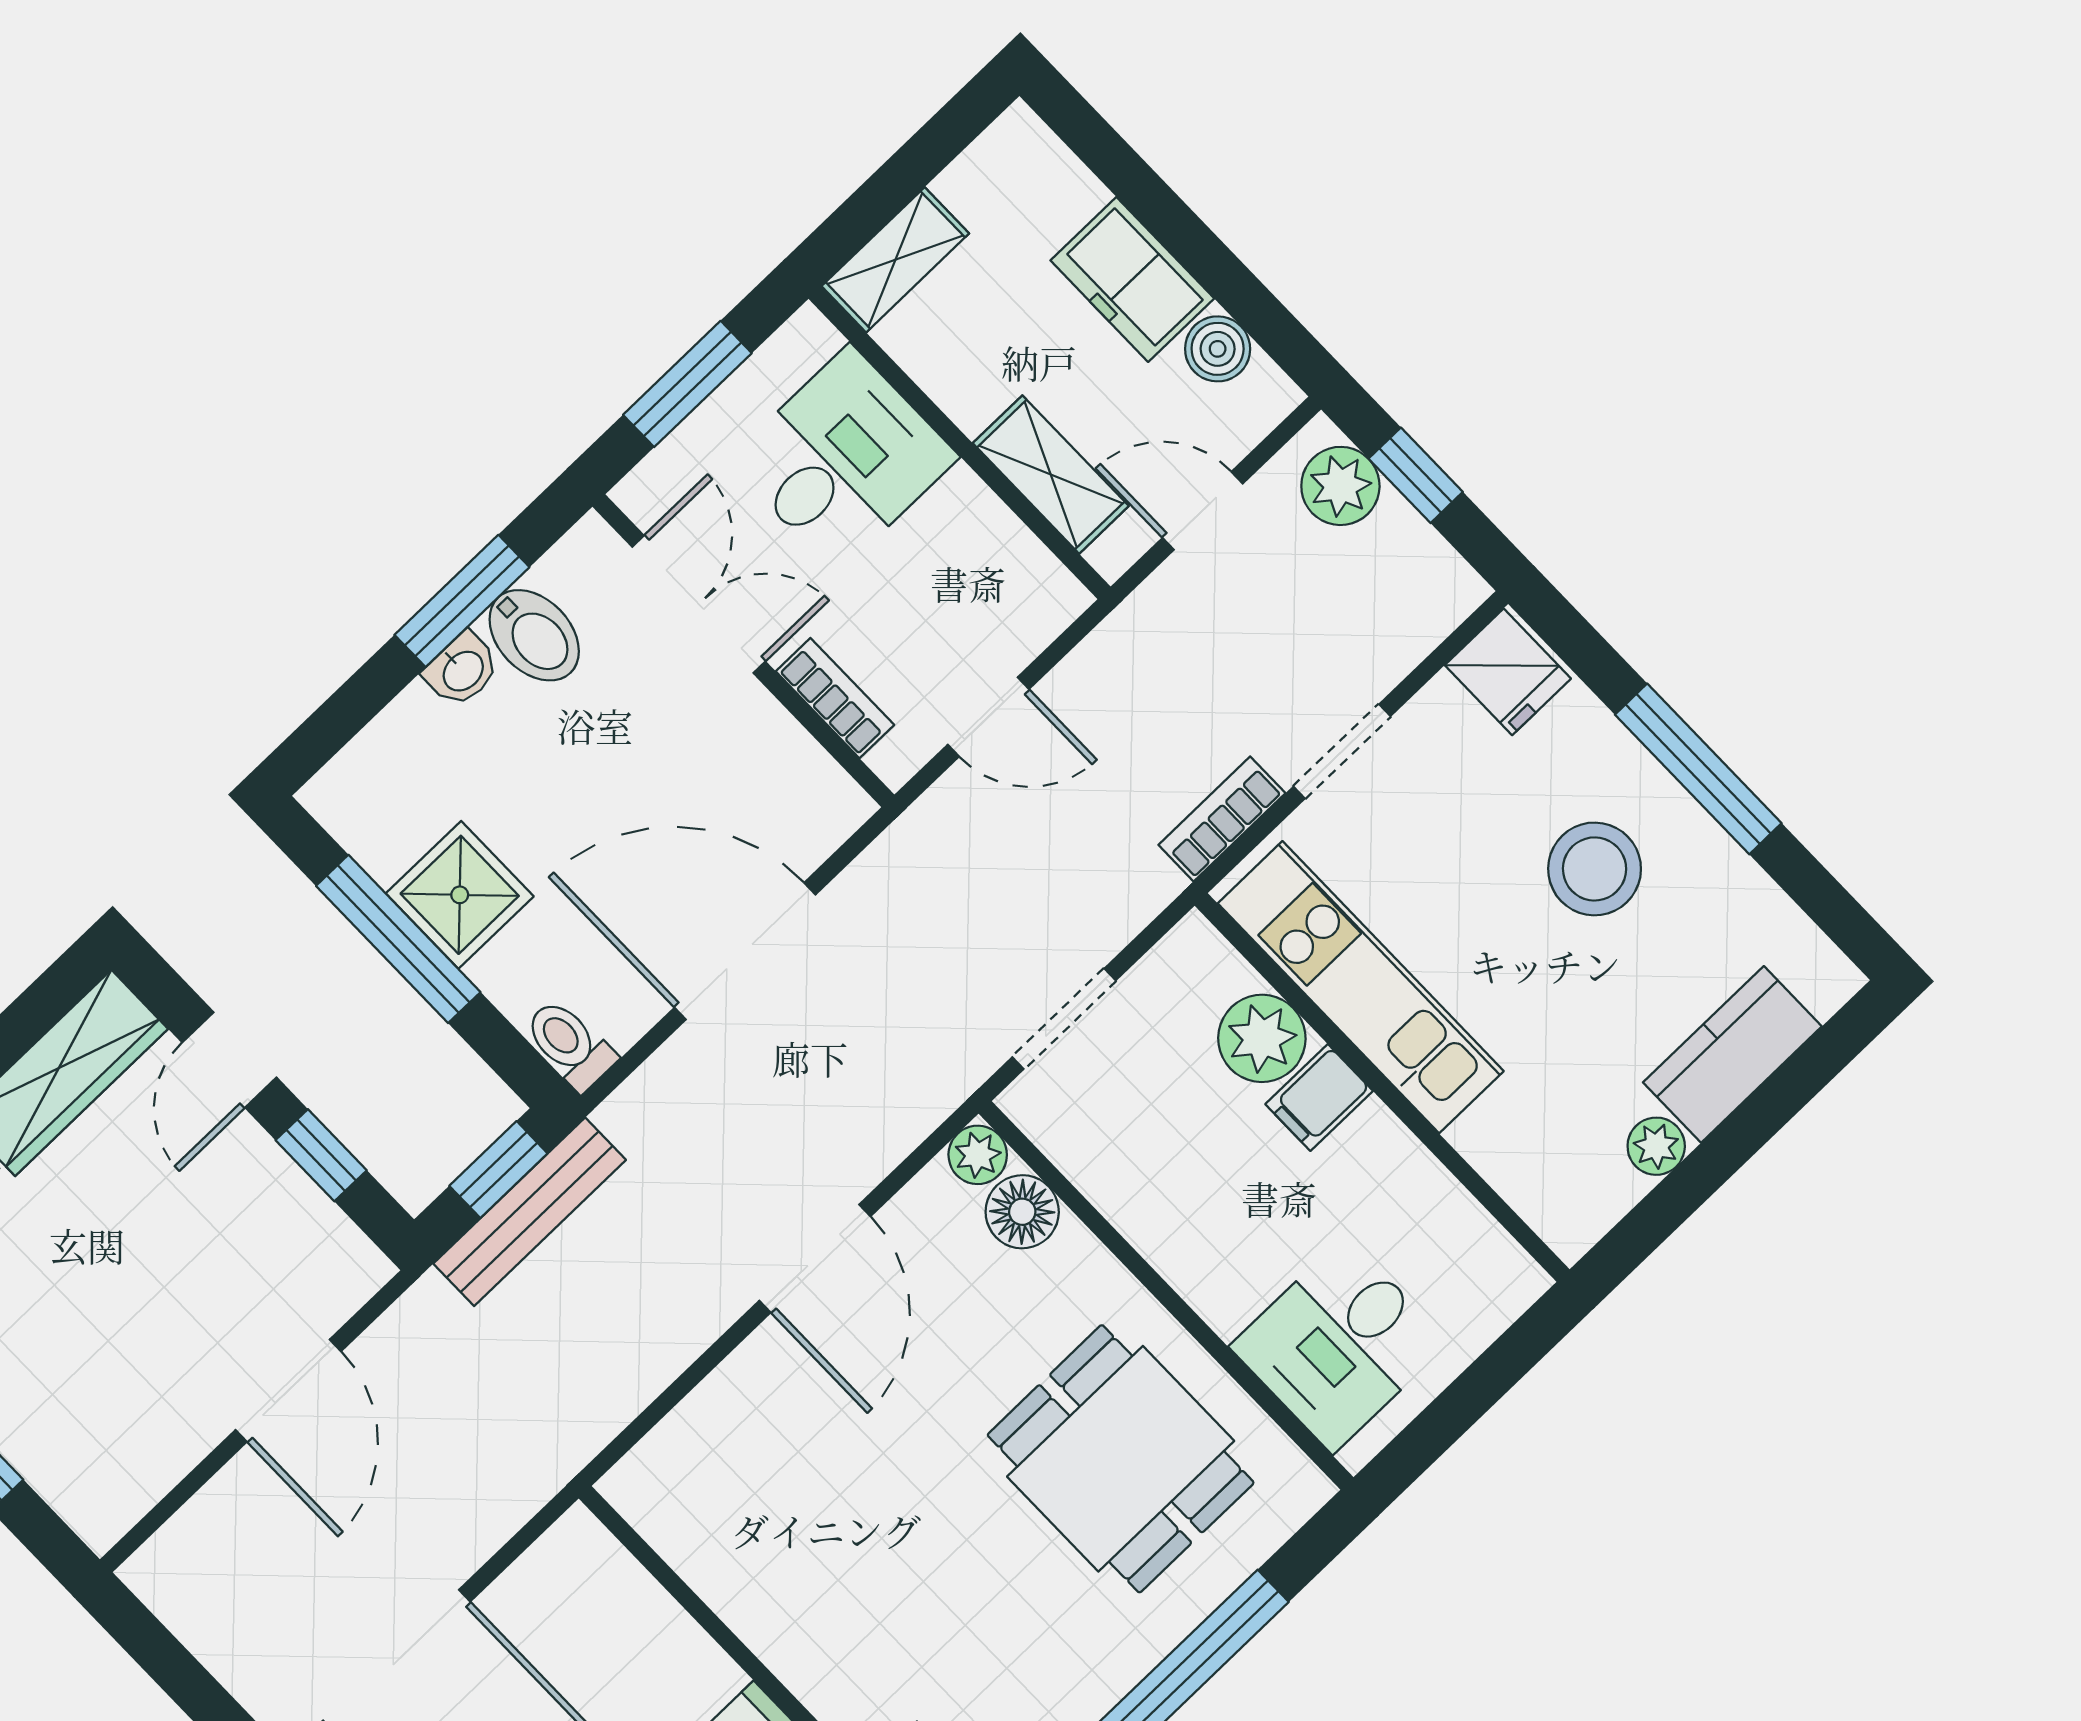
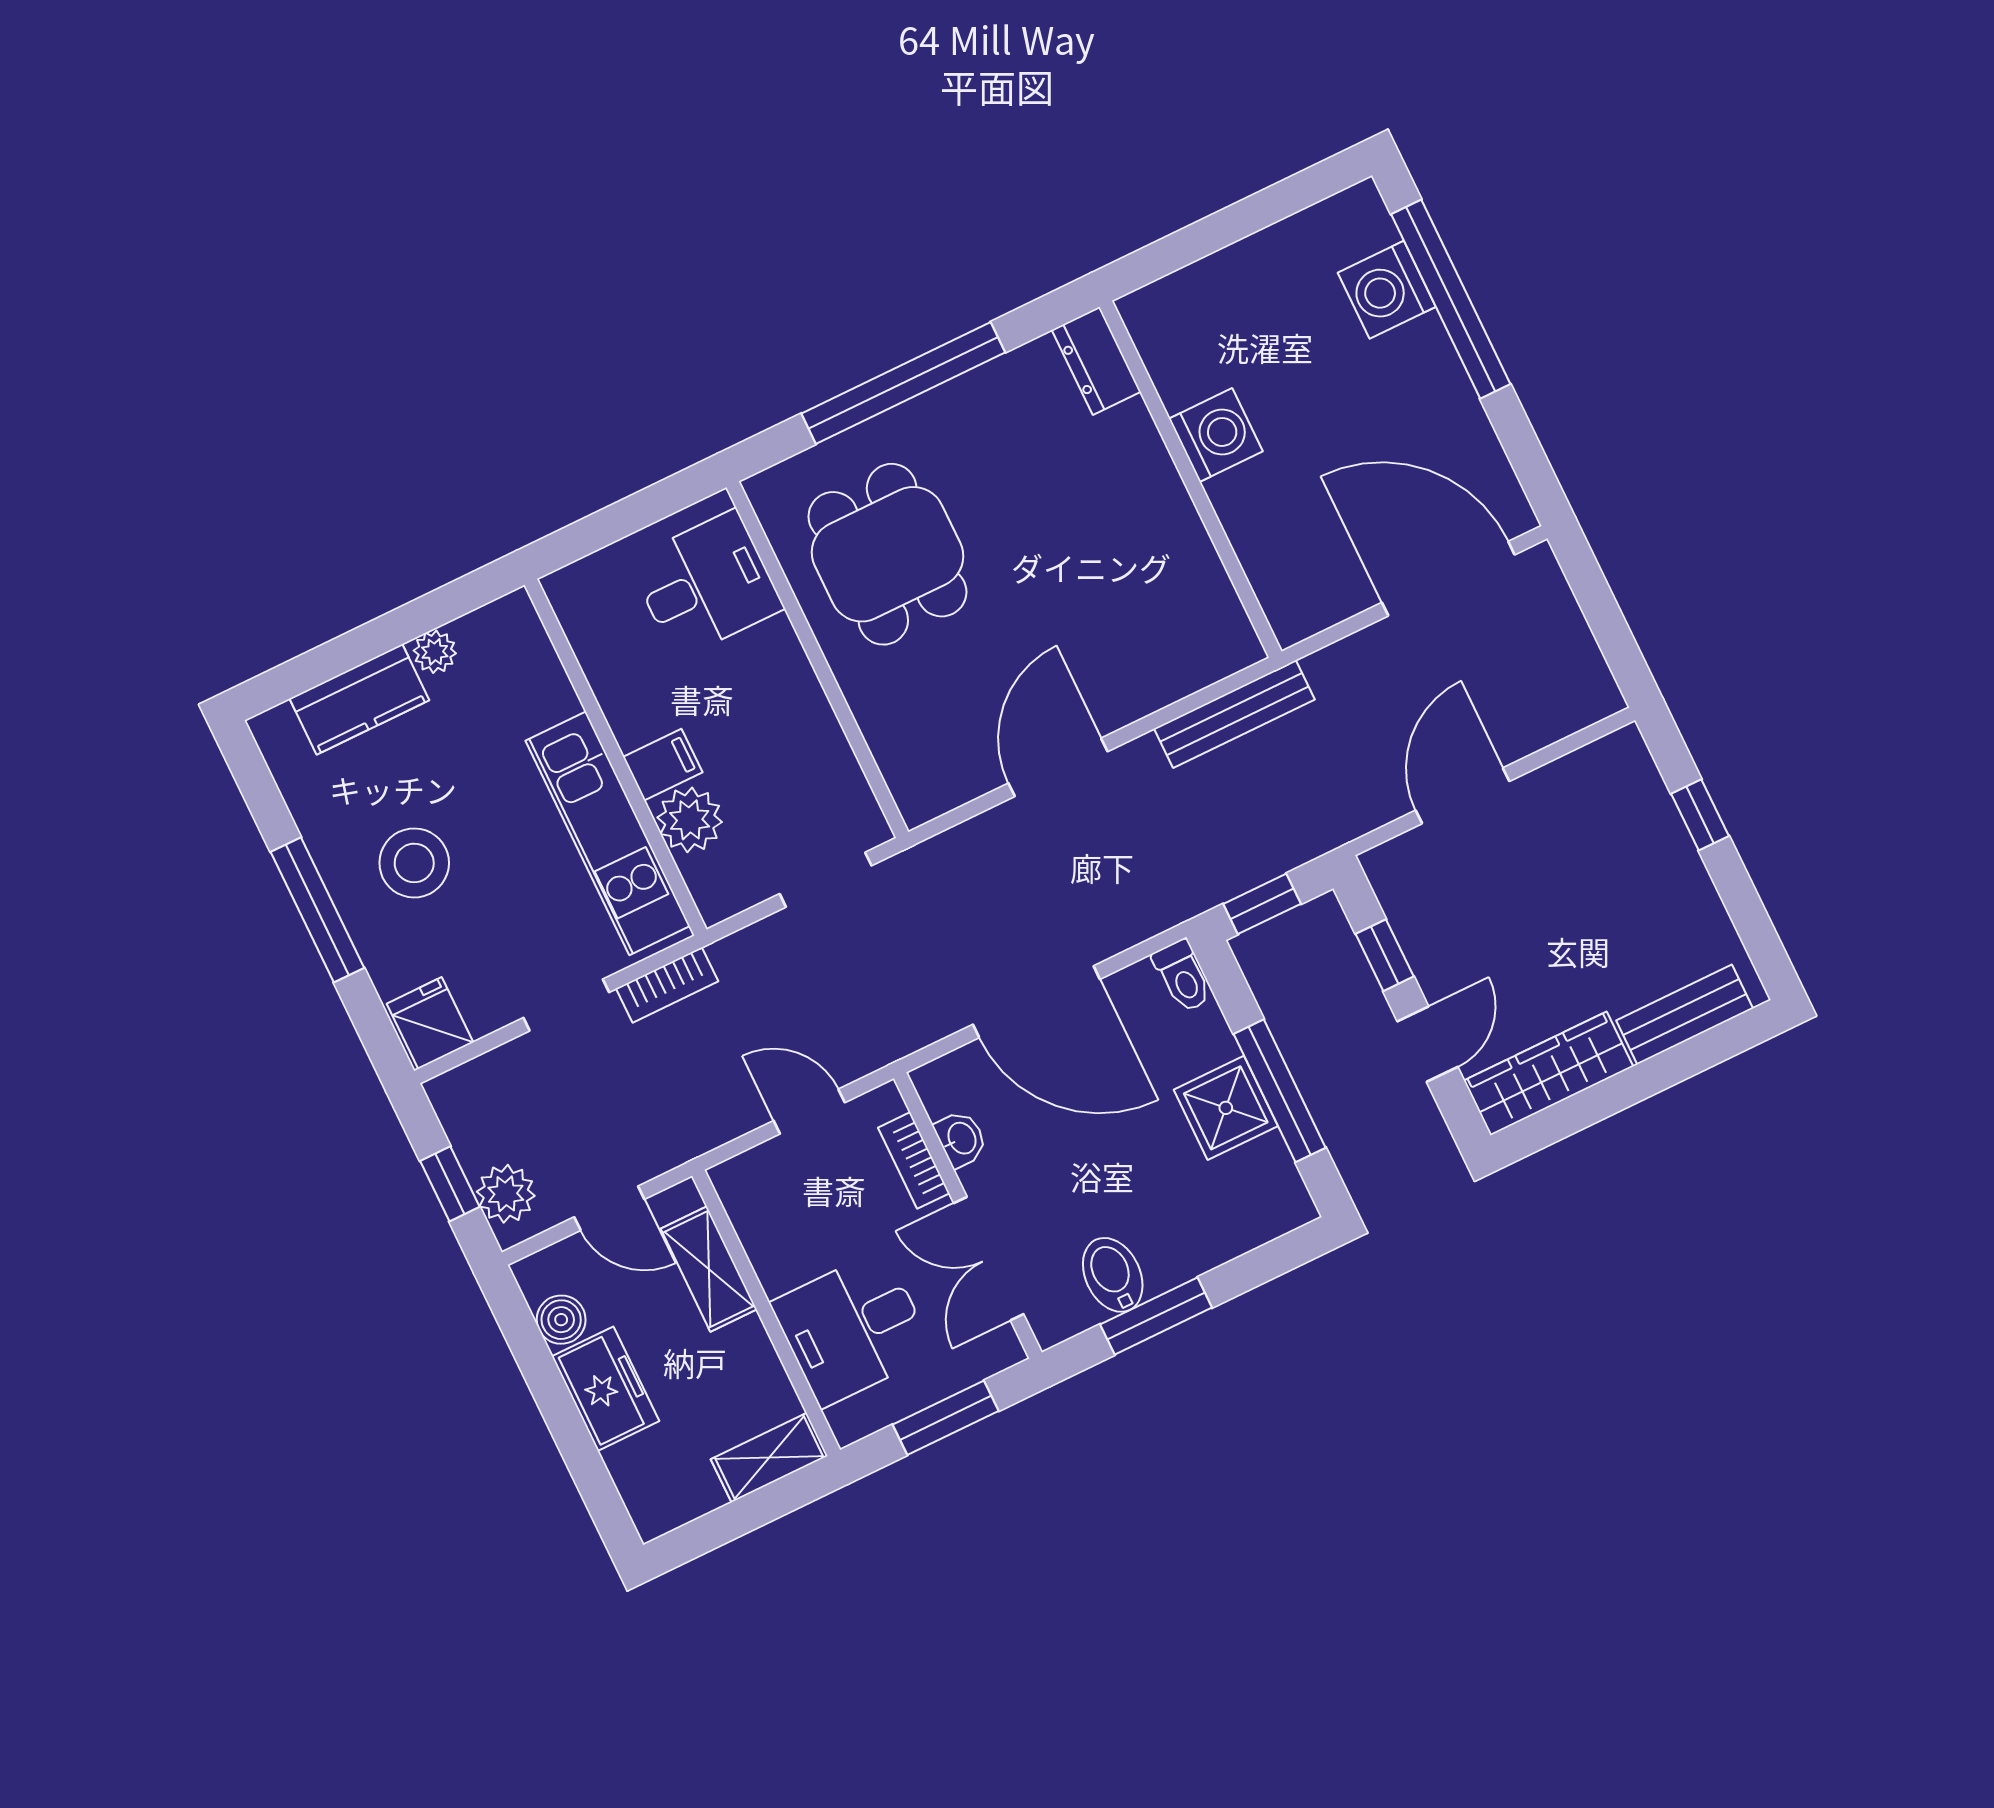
washbasin: (462, 670) -> (961, 1139), moved, turned 90
plant: (978, 1155) -> (918, 803), removed
bench: (530, 1212) -> (1234, 714), moved
floor lamp: (1022, 1212) -> (900, 752), removed

